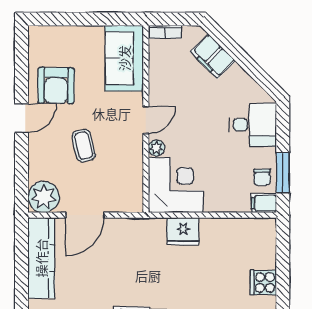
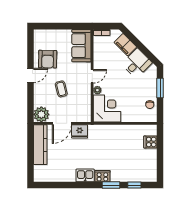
desk: (253, 125) -> (137, 63), moved, turned -45
window: (283, 173) -> (160, 88), moved
filing cabinet: (264, 203) -> (151, 118), removed
fridge: (183, 231) -> (80, 131), moved
cooker: (263, 282) -> (150, 142), moved

